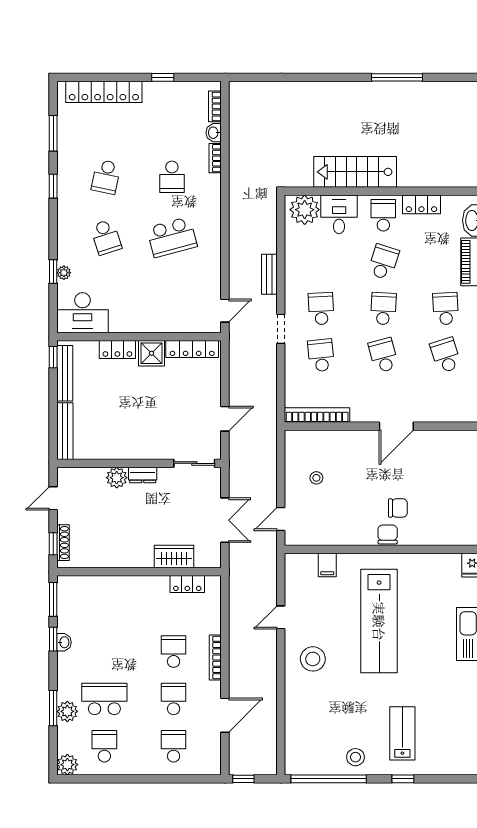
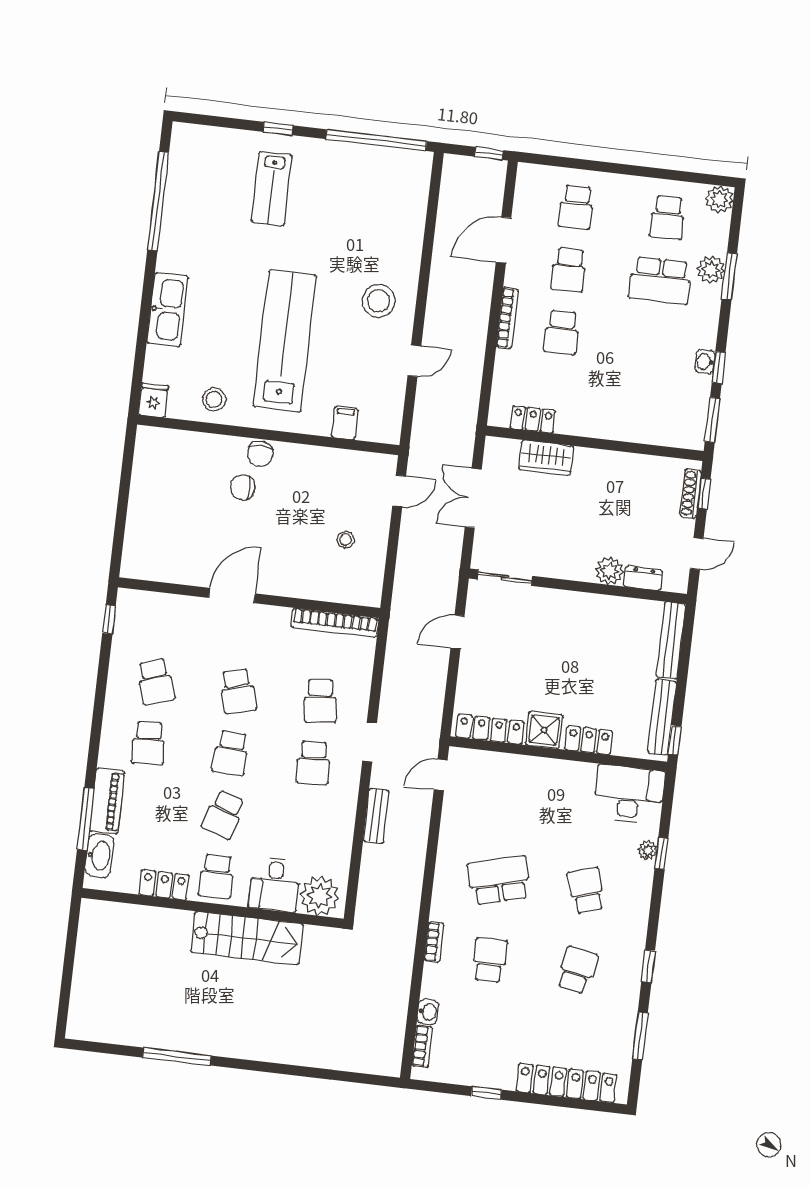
bookcase: (215, 158) -> (434, 942), moved
dresser: (143, 475) -> (643, 578), moved
stool: (355, 757) -> (214, 400), moved

